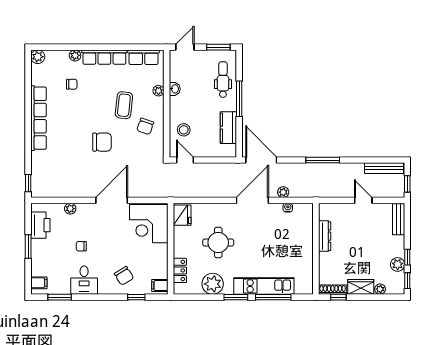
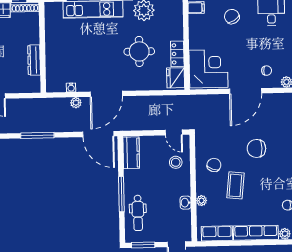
kitchen counter: (228, 128) -> (131, 153), moved
chair: (81, 246) -> (267, 71), moved
locker: (180, 270) -> (177, 54), moved

